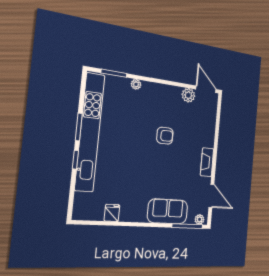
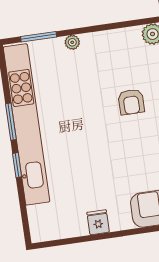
armchair: (165, 136) -> (131, 102), turned 90
fridge: (112, 213) -> (98, 222), moved

